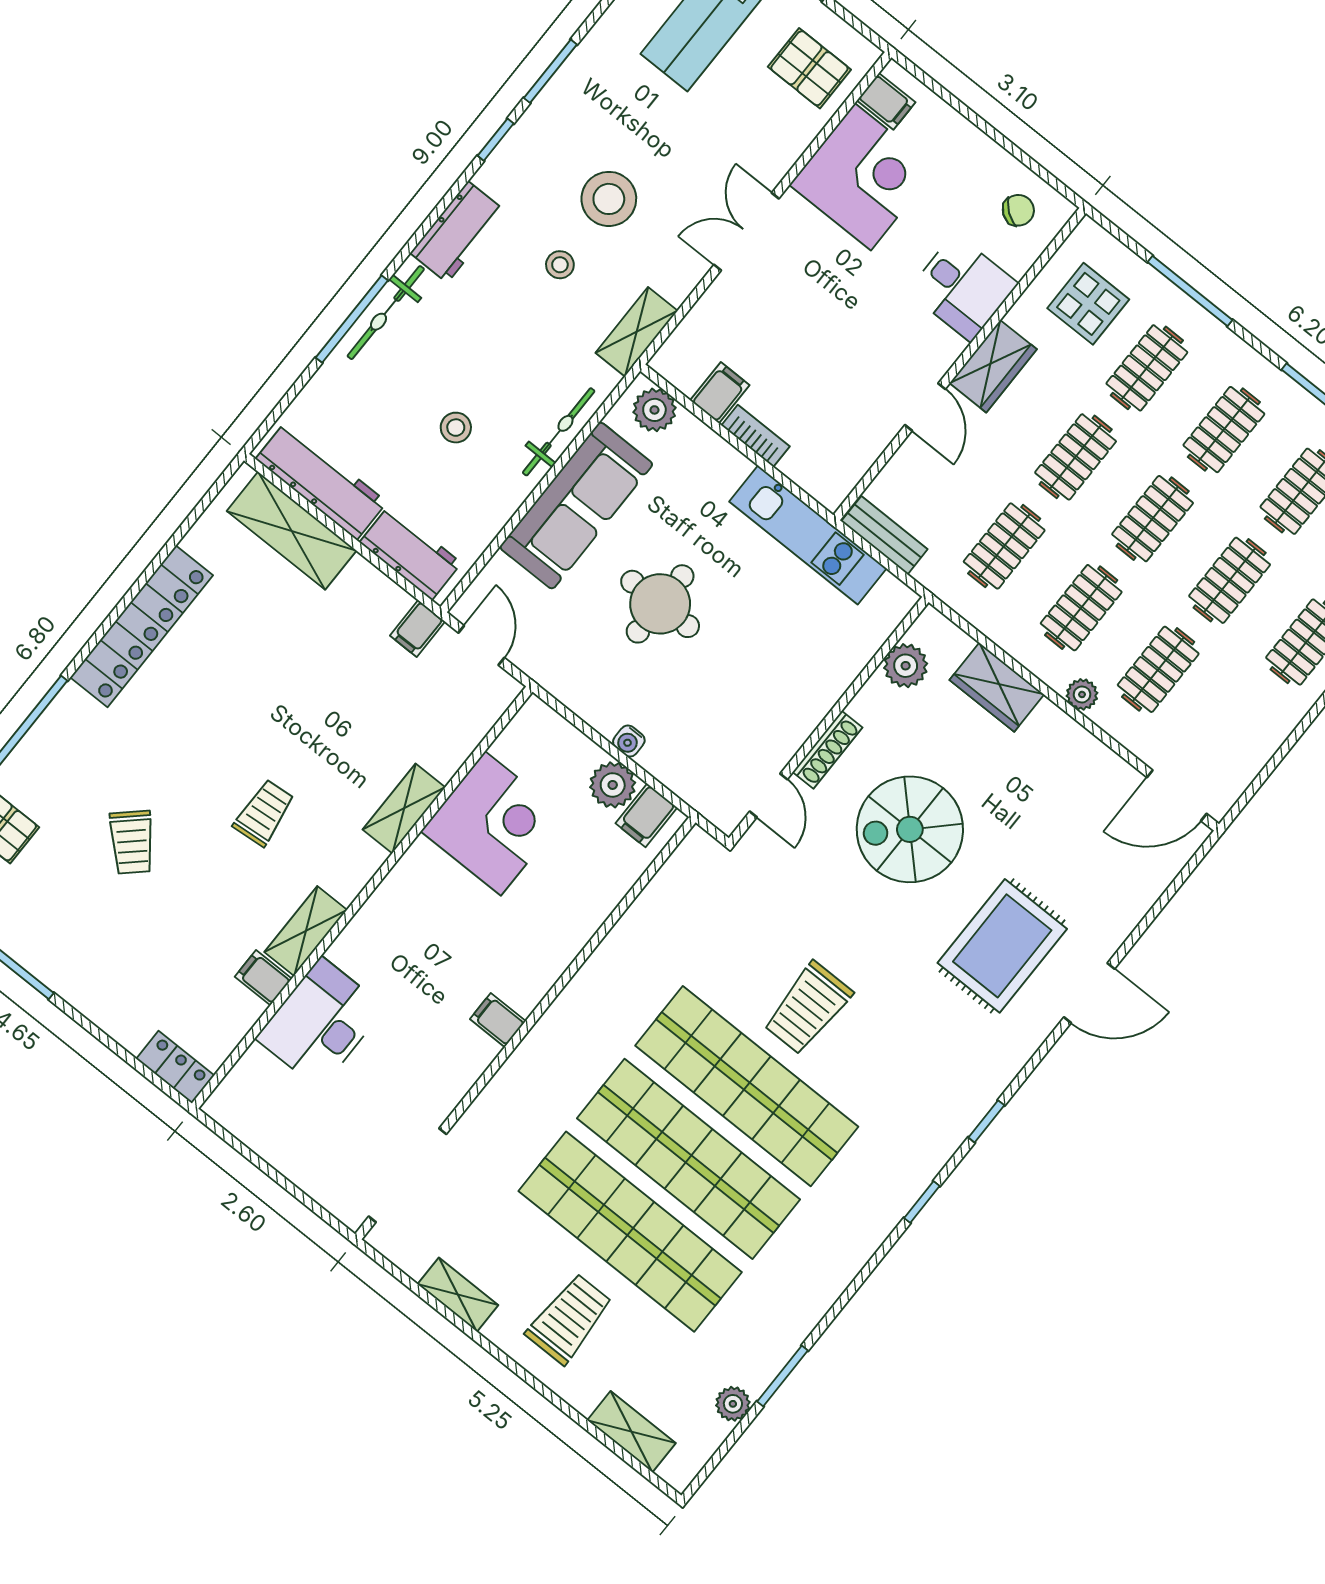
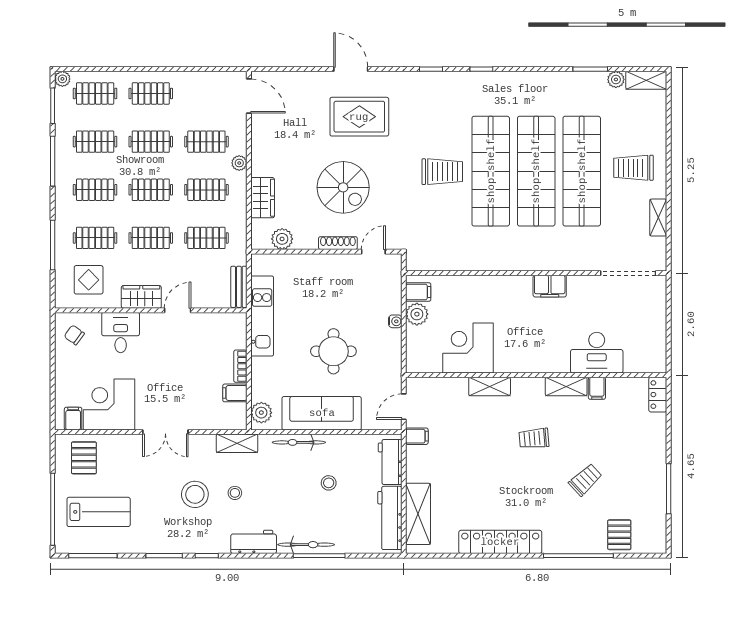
filing cabinet: (498, 1020) -> (550, 286), width x2.00
shelving: (632, 1432) -> (646, 80), moved, turned 90

